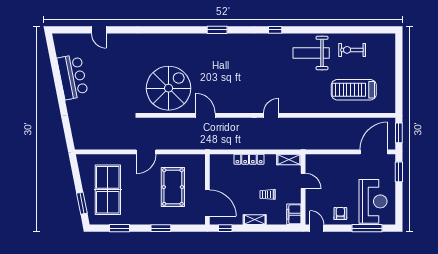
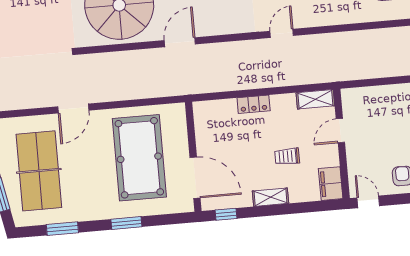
door: (205, 115) -> (180, 42), hinge flipped
door: (146, 152) -> (73, 108), moved
locker: (249, 159) -> (254, 104), width x0.66
door: (303, 181) -> (340, 131), swing flipped
pool table: (173, 187) -> (139, 158), width x1.36, depth x1.32

